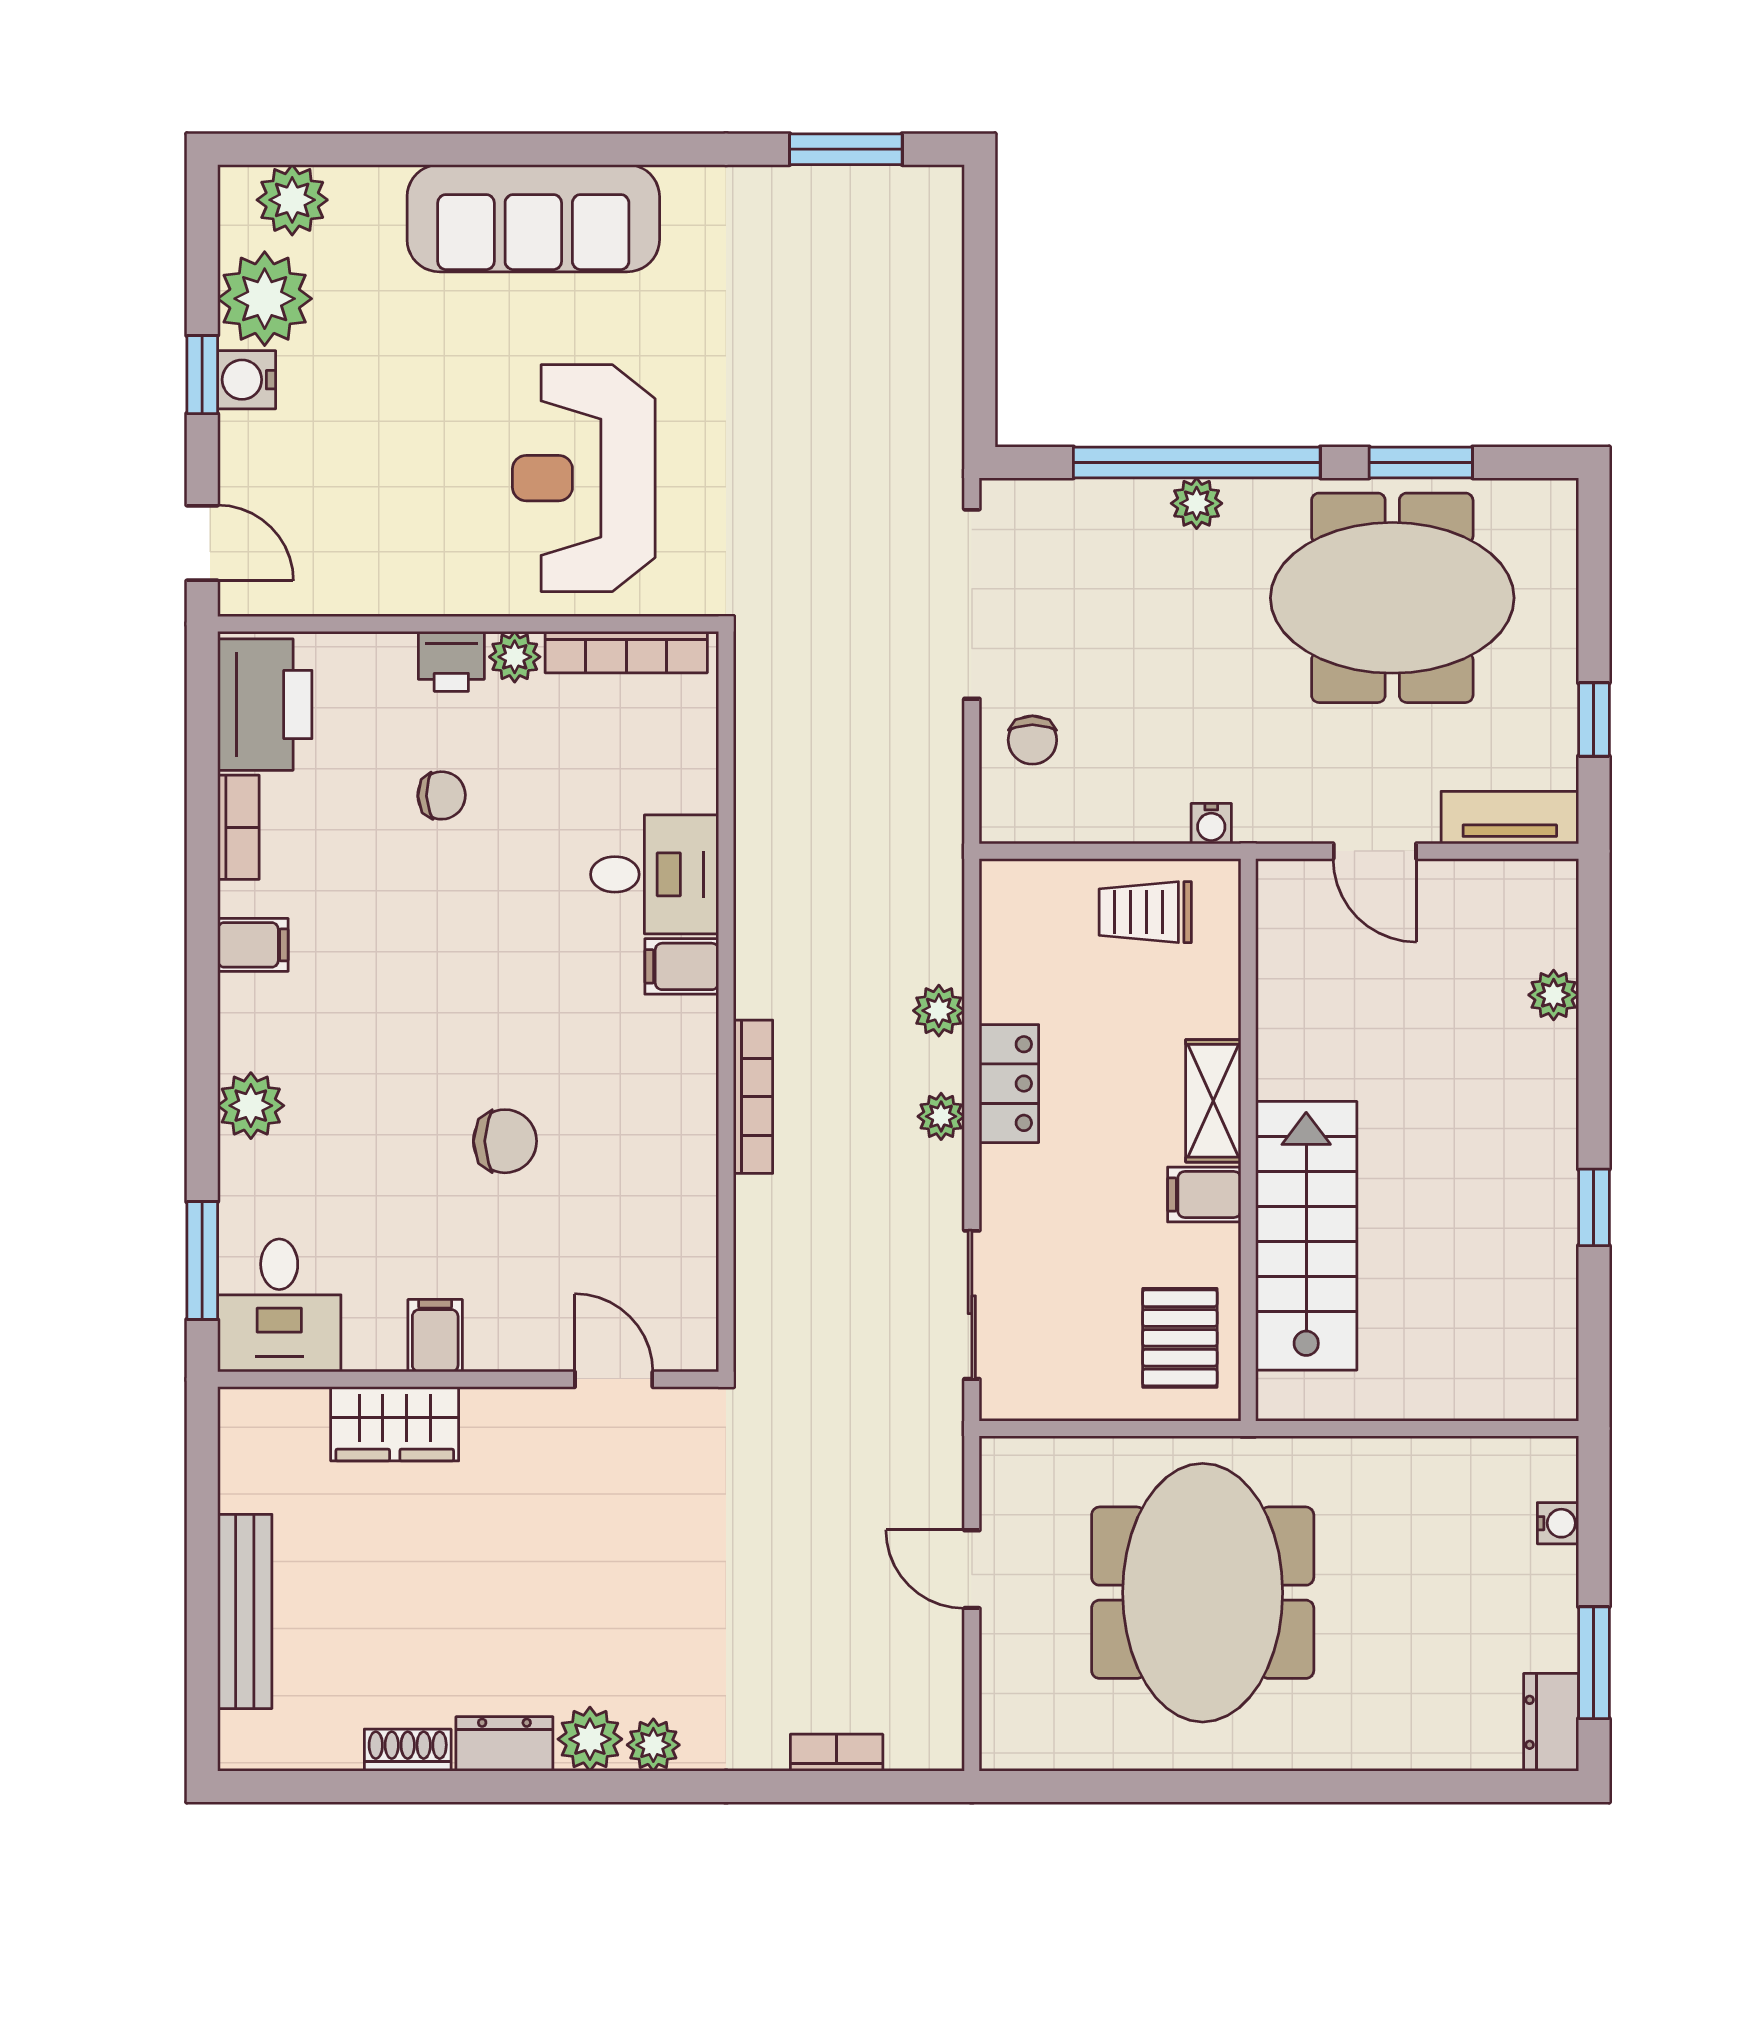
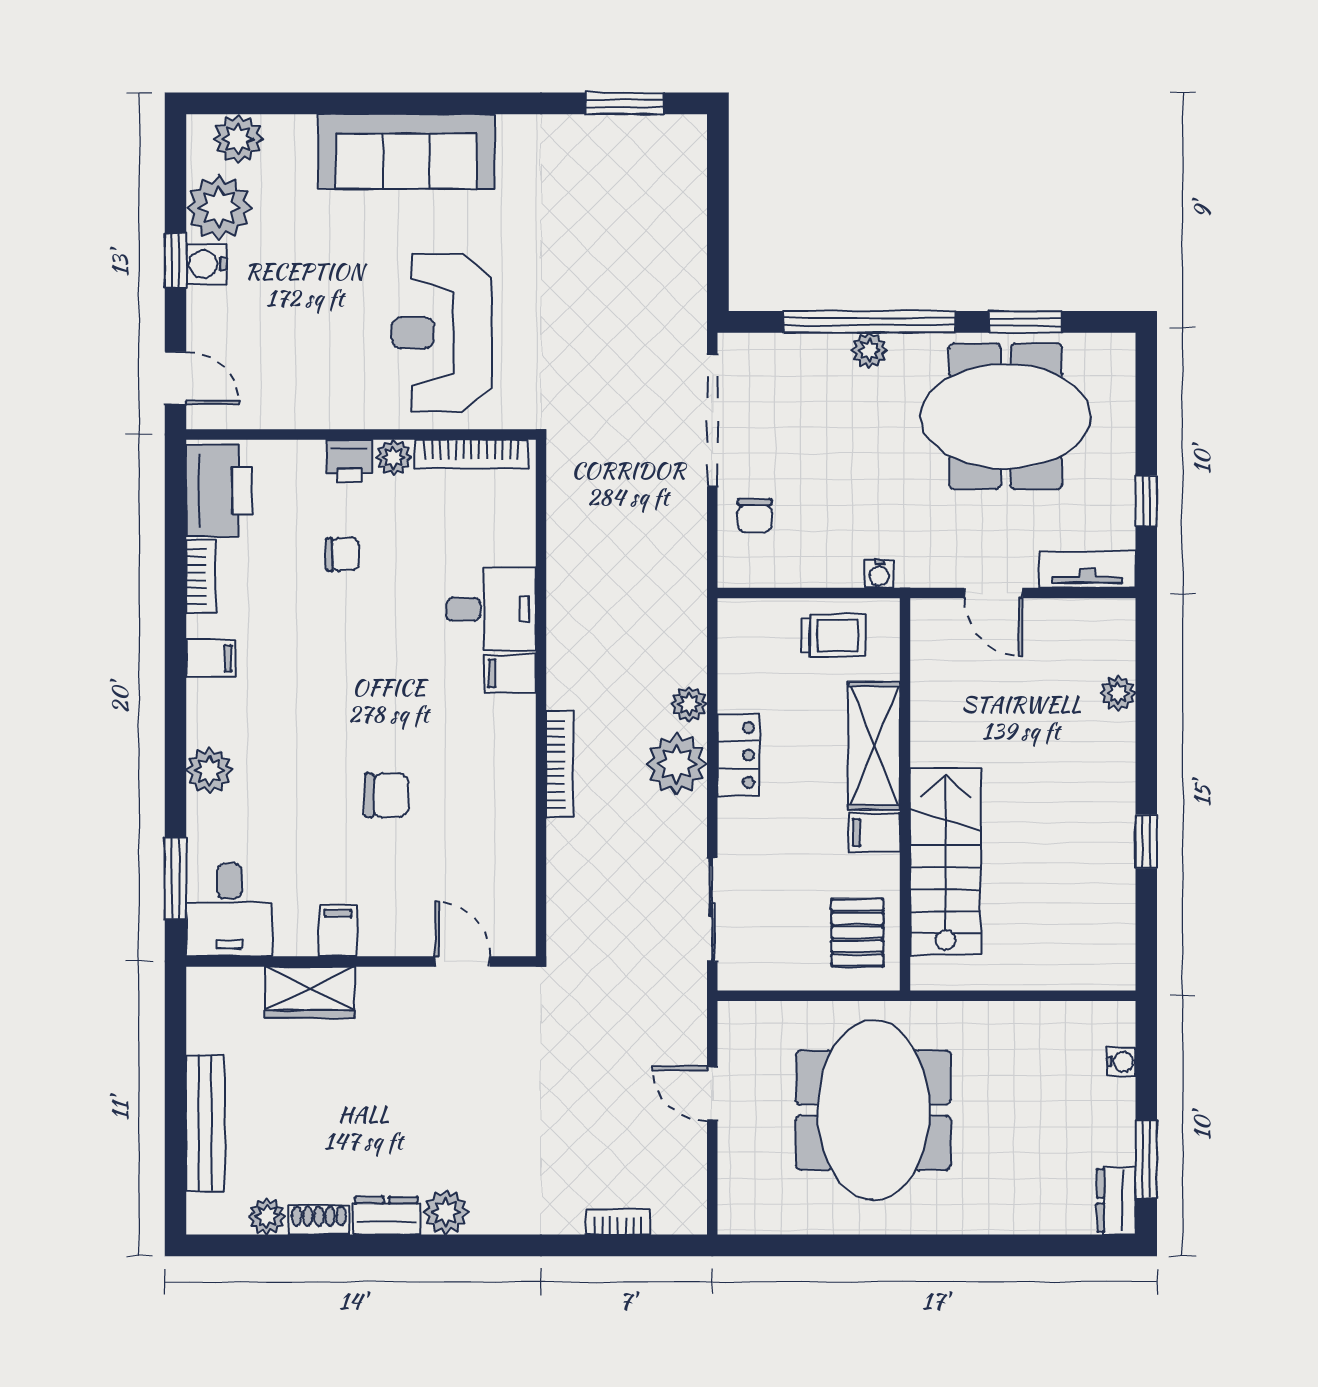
trolley: (1145, 912) -> (833, 635), turned 180
shelving: (1213, 1101) -> (874, 746), width x1.50, depth x1.33
plant: (941, 1116) -> (677, 764), width x1.87, depth x1.87
plant: (653, 1745) -> (267, 1216), moved

